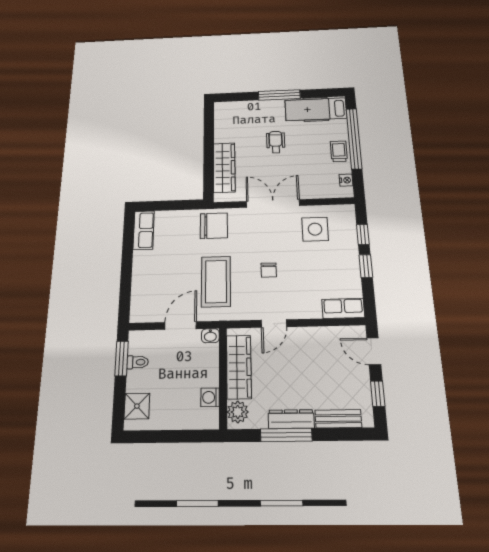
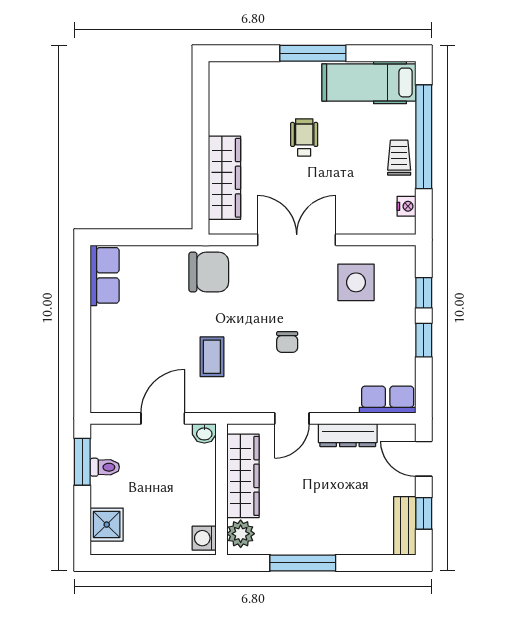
coffee table: (216, 282) -> (212, 357), width x0.54, depth x0.58
washing machine: (210, 397) -> (204, 538), moved
dresser: (291, 419) -> (348, 435), moved, turned 180
bench: (338, 419) -> (405, 526), moved, turned 90

